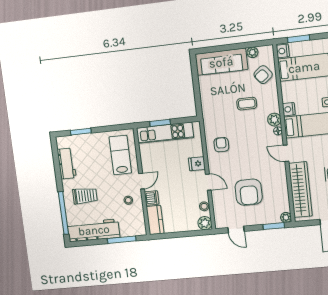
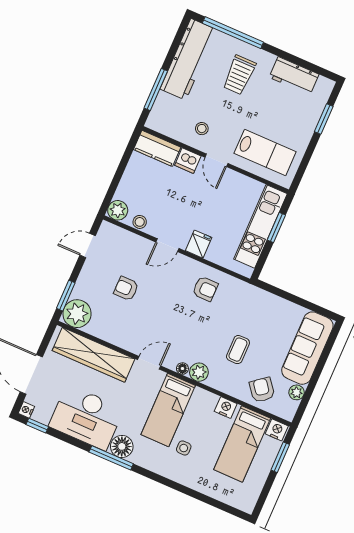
nightstand: (289, 109) -> (226, 407), moved
armchair: (249, 192) -> (126, 289), width x0.53, depth x0.53
plant: (286, 217) -> (77, 314), width x1.88, depth x1.88

